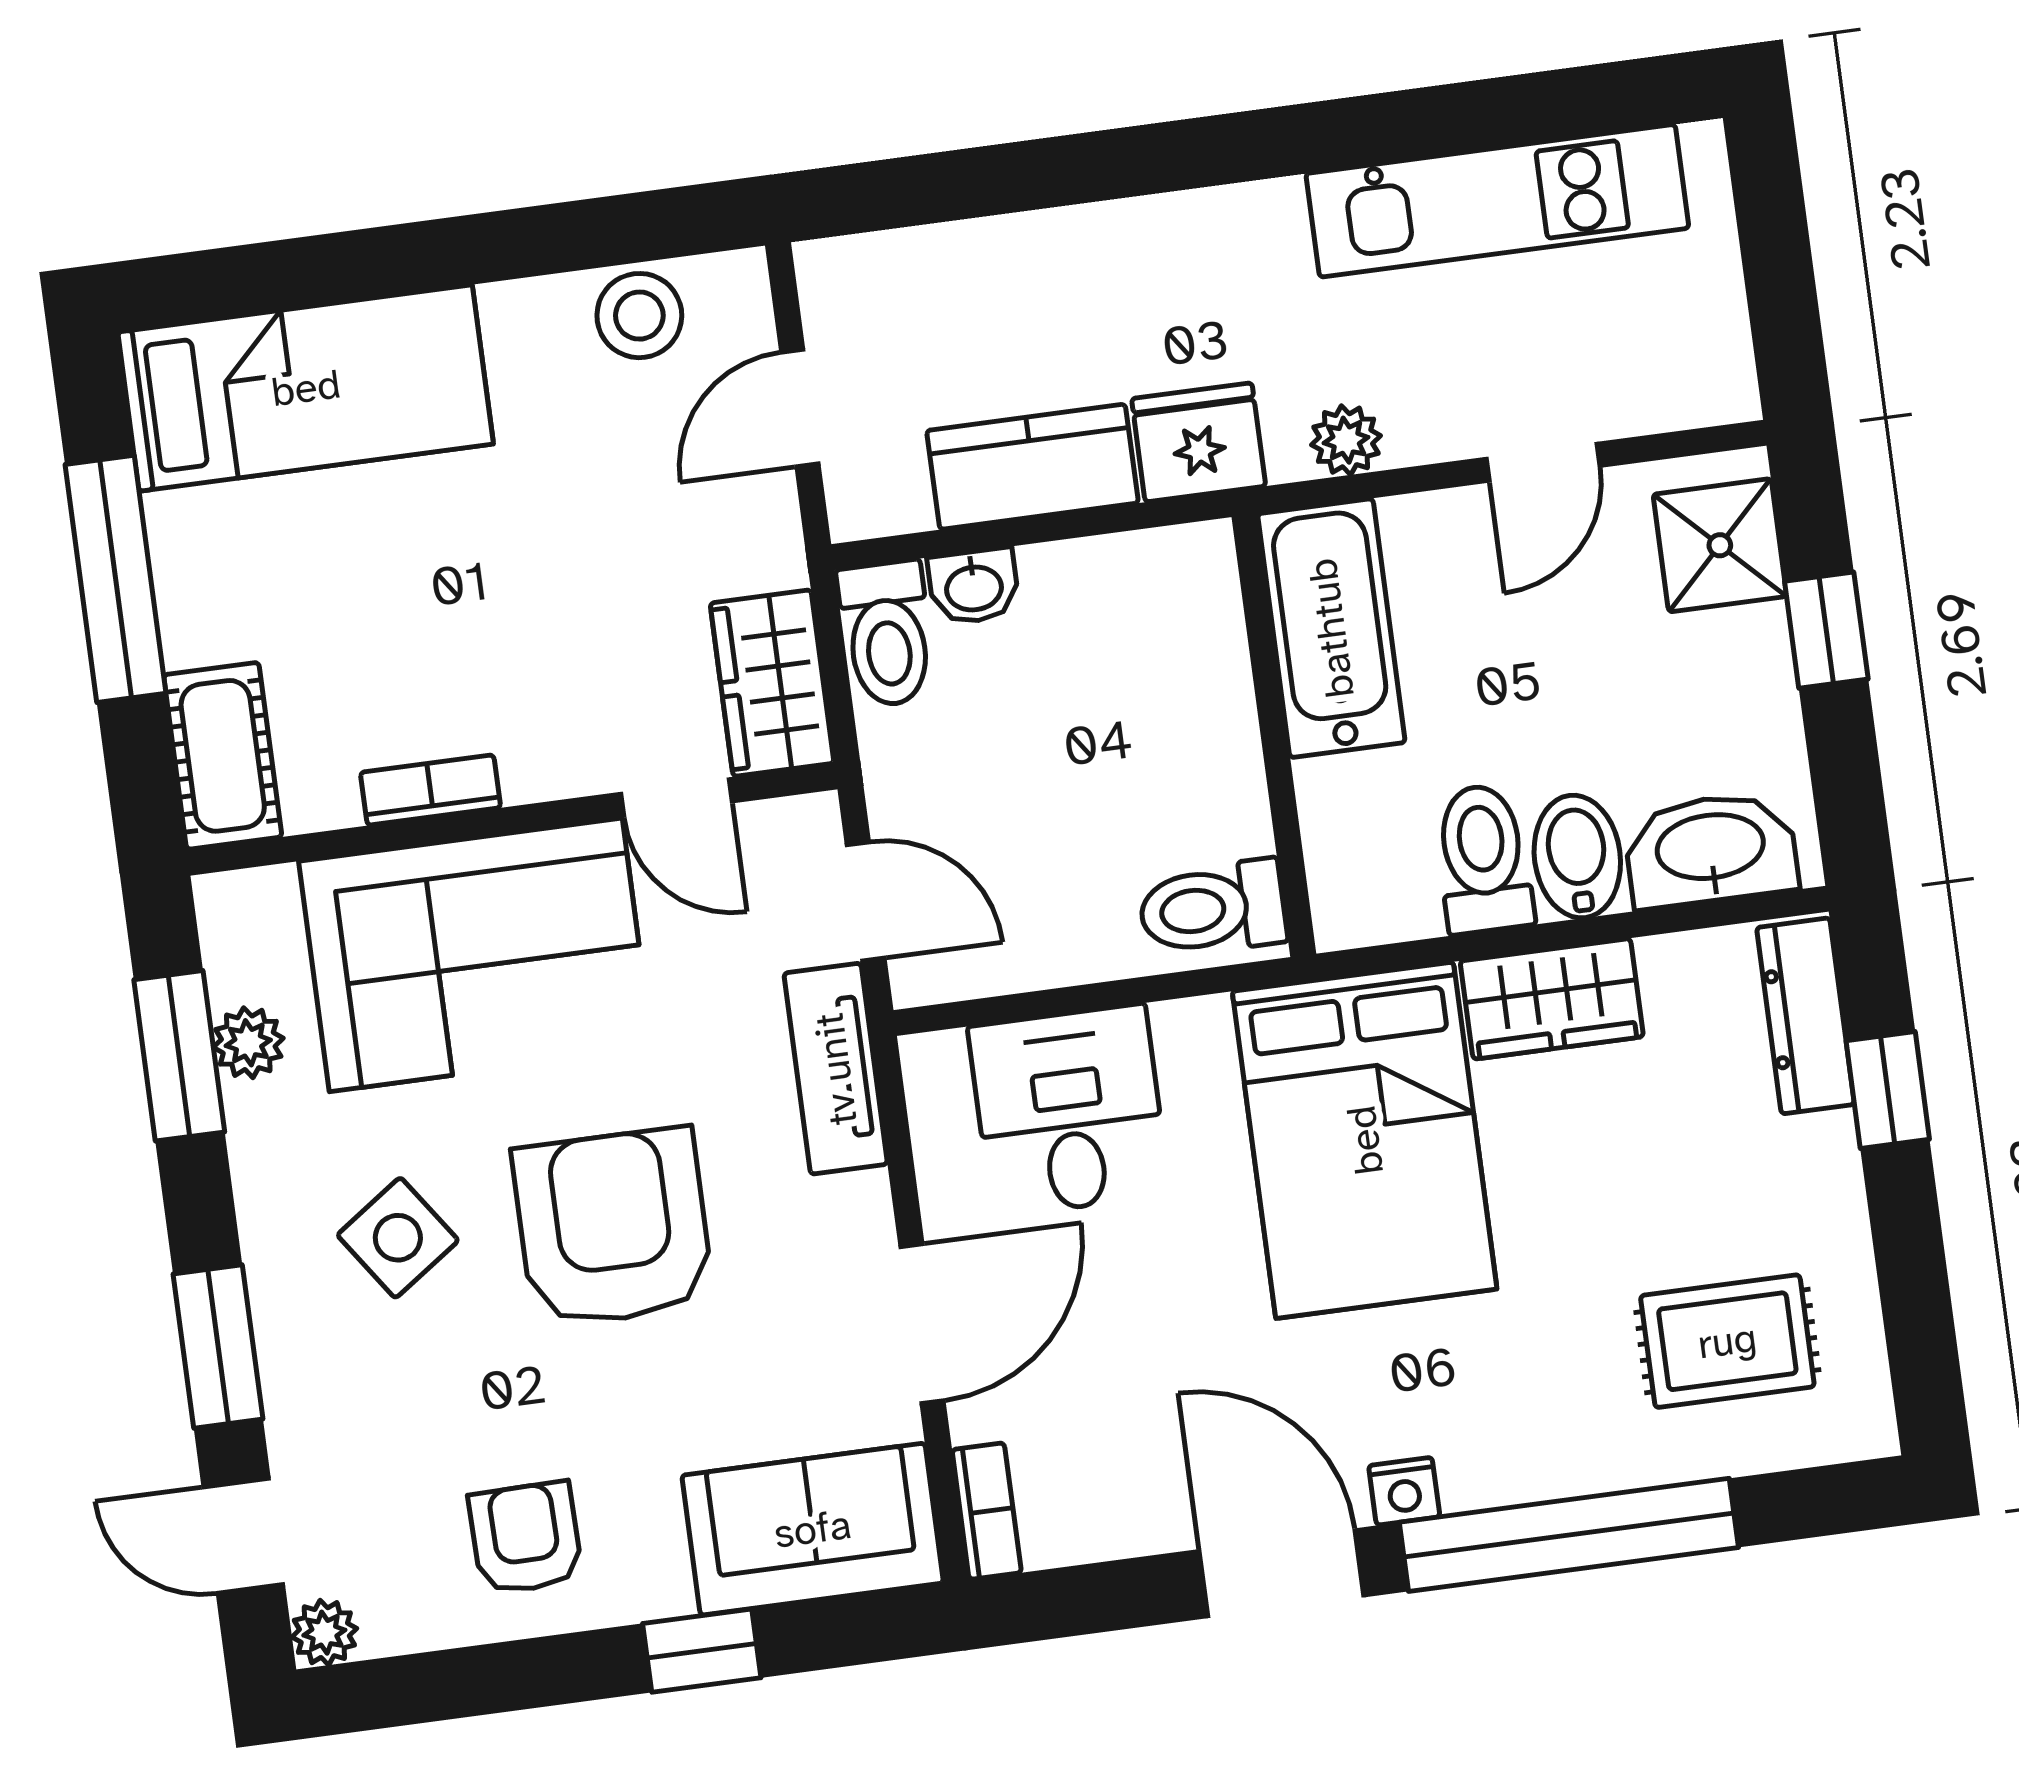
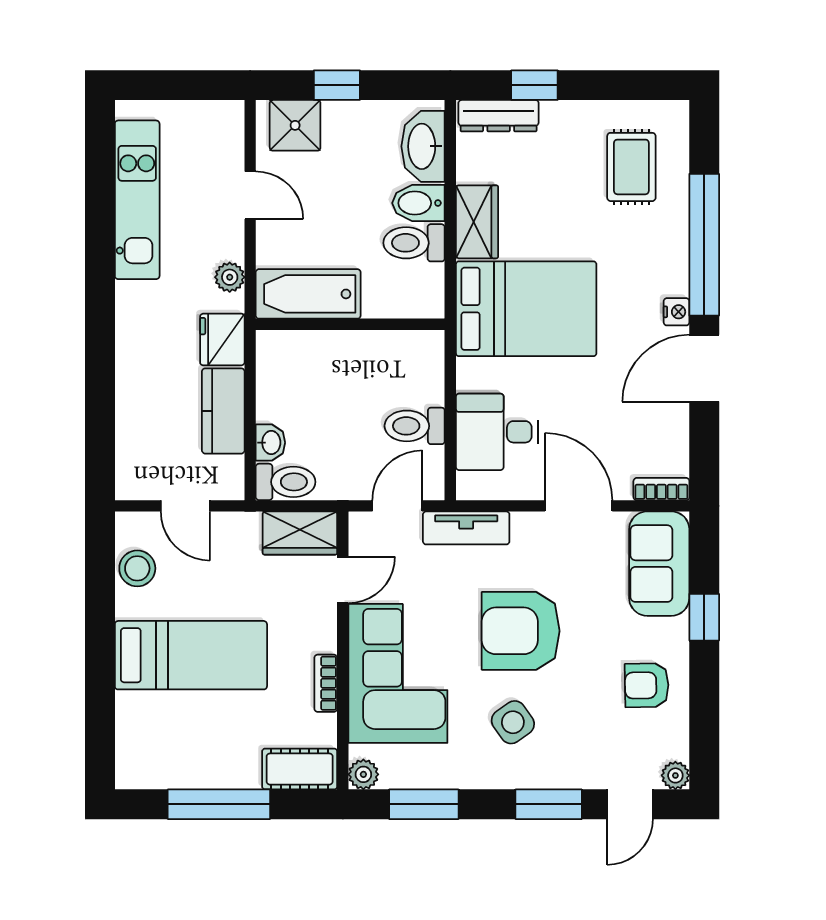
bed: (306, 388) -> (191, 655), moved, turned 90
toilet: (1212, 908) -> (415, 426), moved, turned 90
plant: (248, 1043) -> (363, 774), moved

